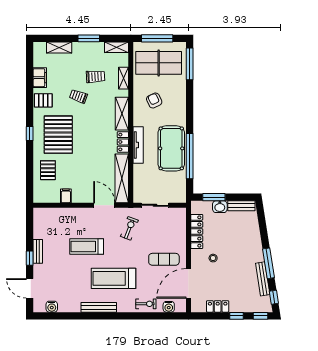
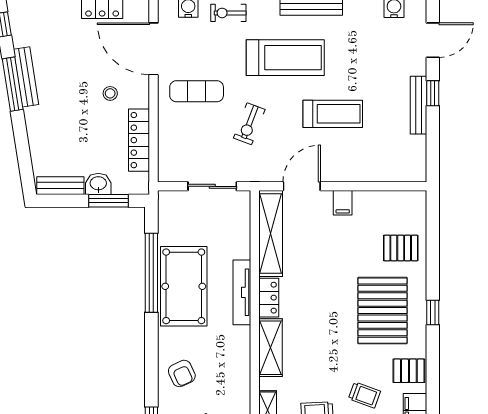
trolley: (78, 96) -> (364, 395), moved
armchair: (154, 101) -> (182, 373), moved
pallet: (48, 170) -> (401, 248), turned 90
filing cabinet: (66, 196) -> (343, 203), moved
door: (104, 205) -> (302, 186), swing flipped
exercise bike: (129, 228) -> (249, 124), moved
bench: (38, 251) -> (418, 105), width x1.36
bench: (263, 279) -> (26, 77), moved
door: (188, 283) -> (153, 49), swing flipped
door: (30, 288) -> (433, 40), hinge flipped

